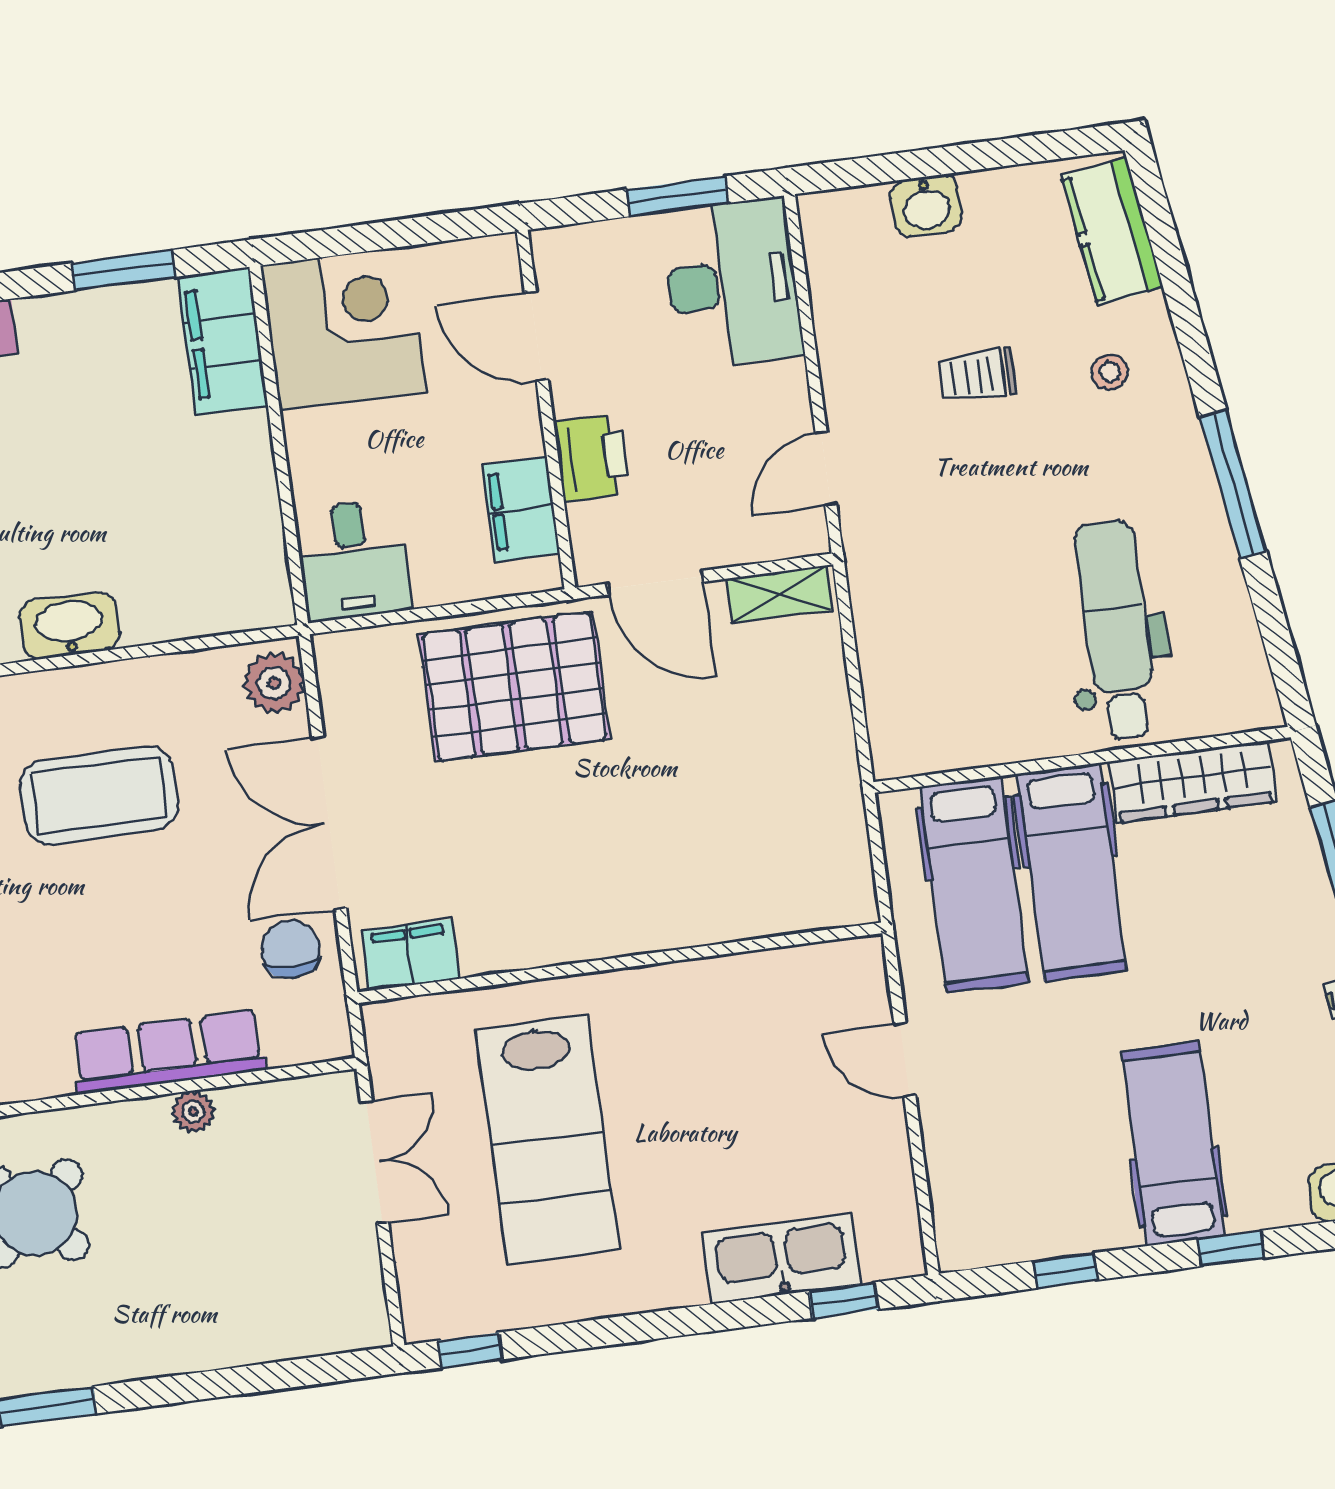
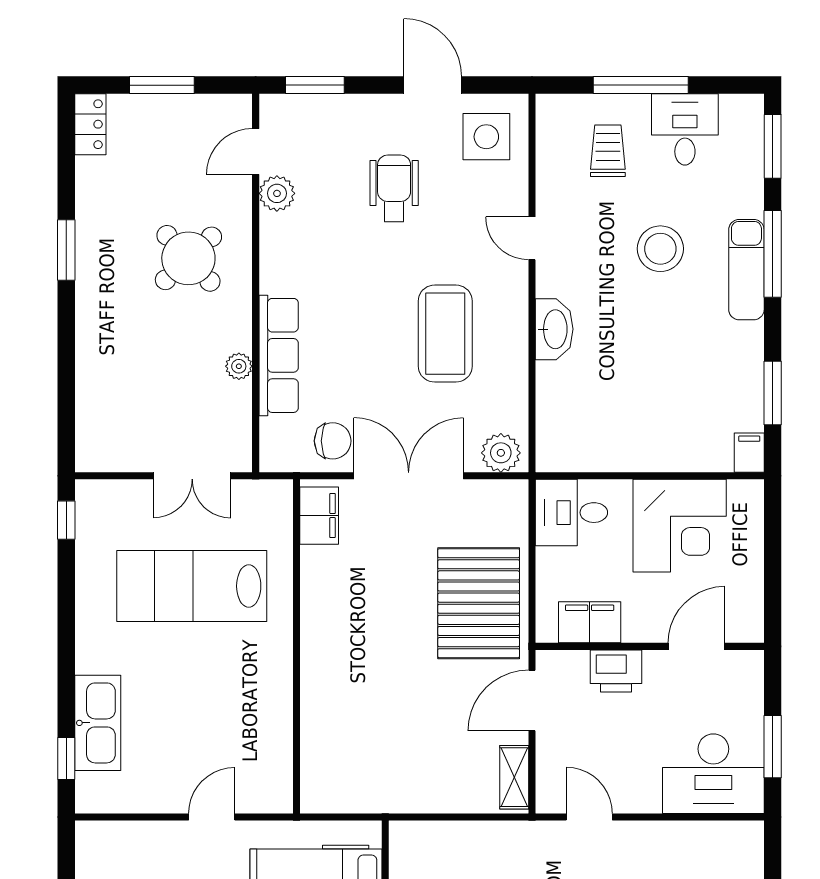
corner desk: (343, 329) -> (680, 526), moved
filing cabinet: (223, 341) -> (749, 453), width x0.33, depth x0.86

